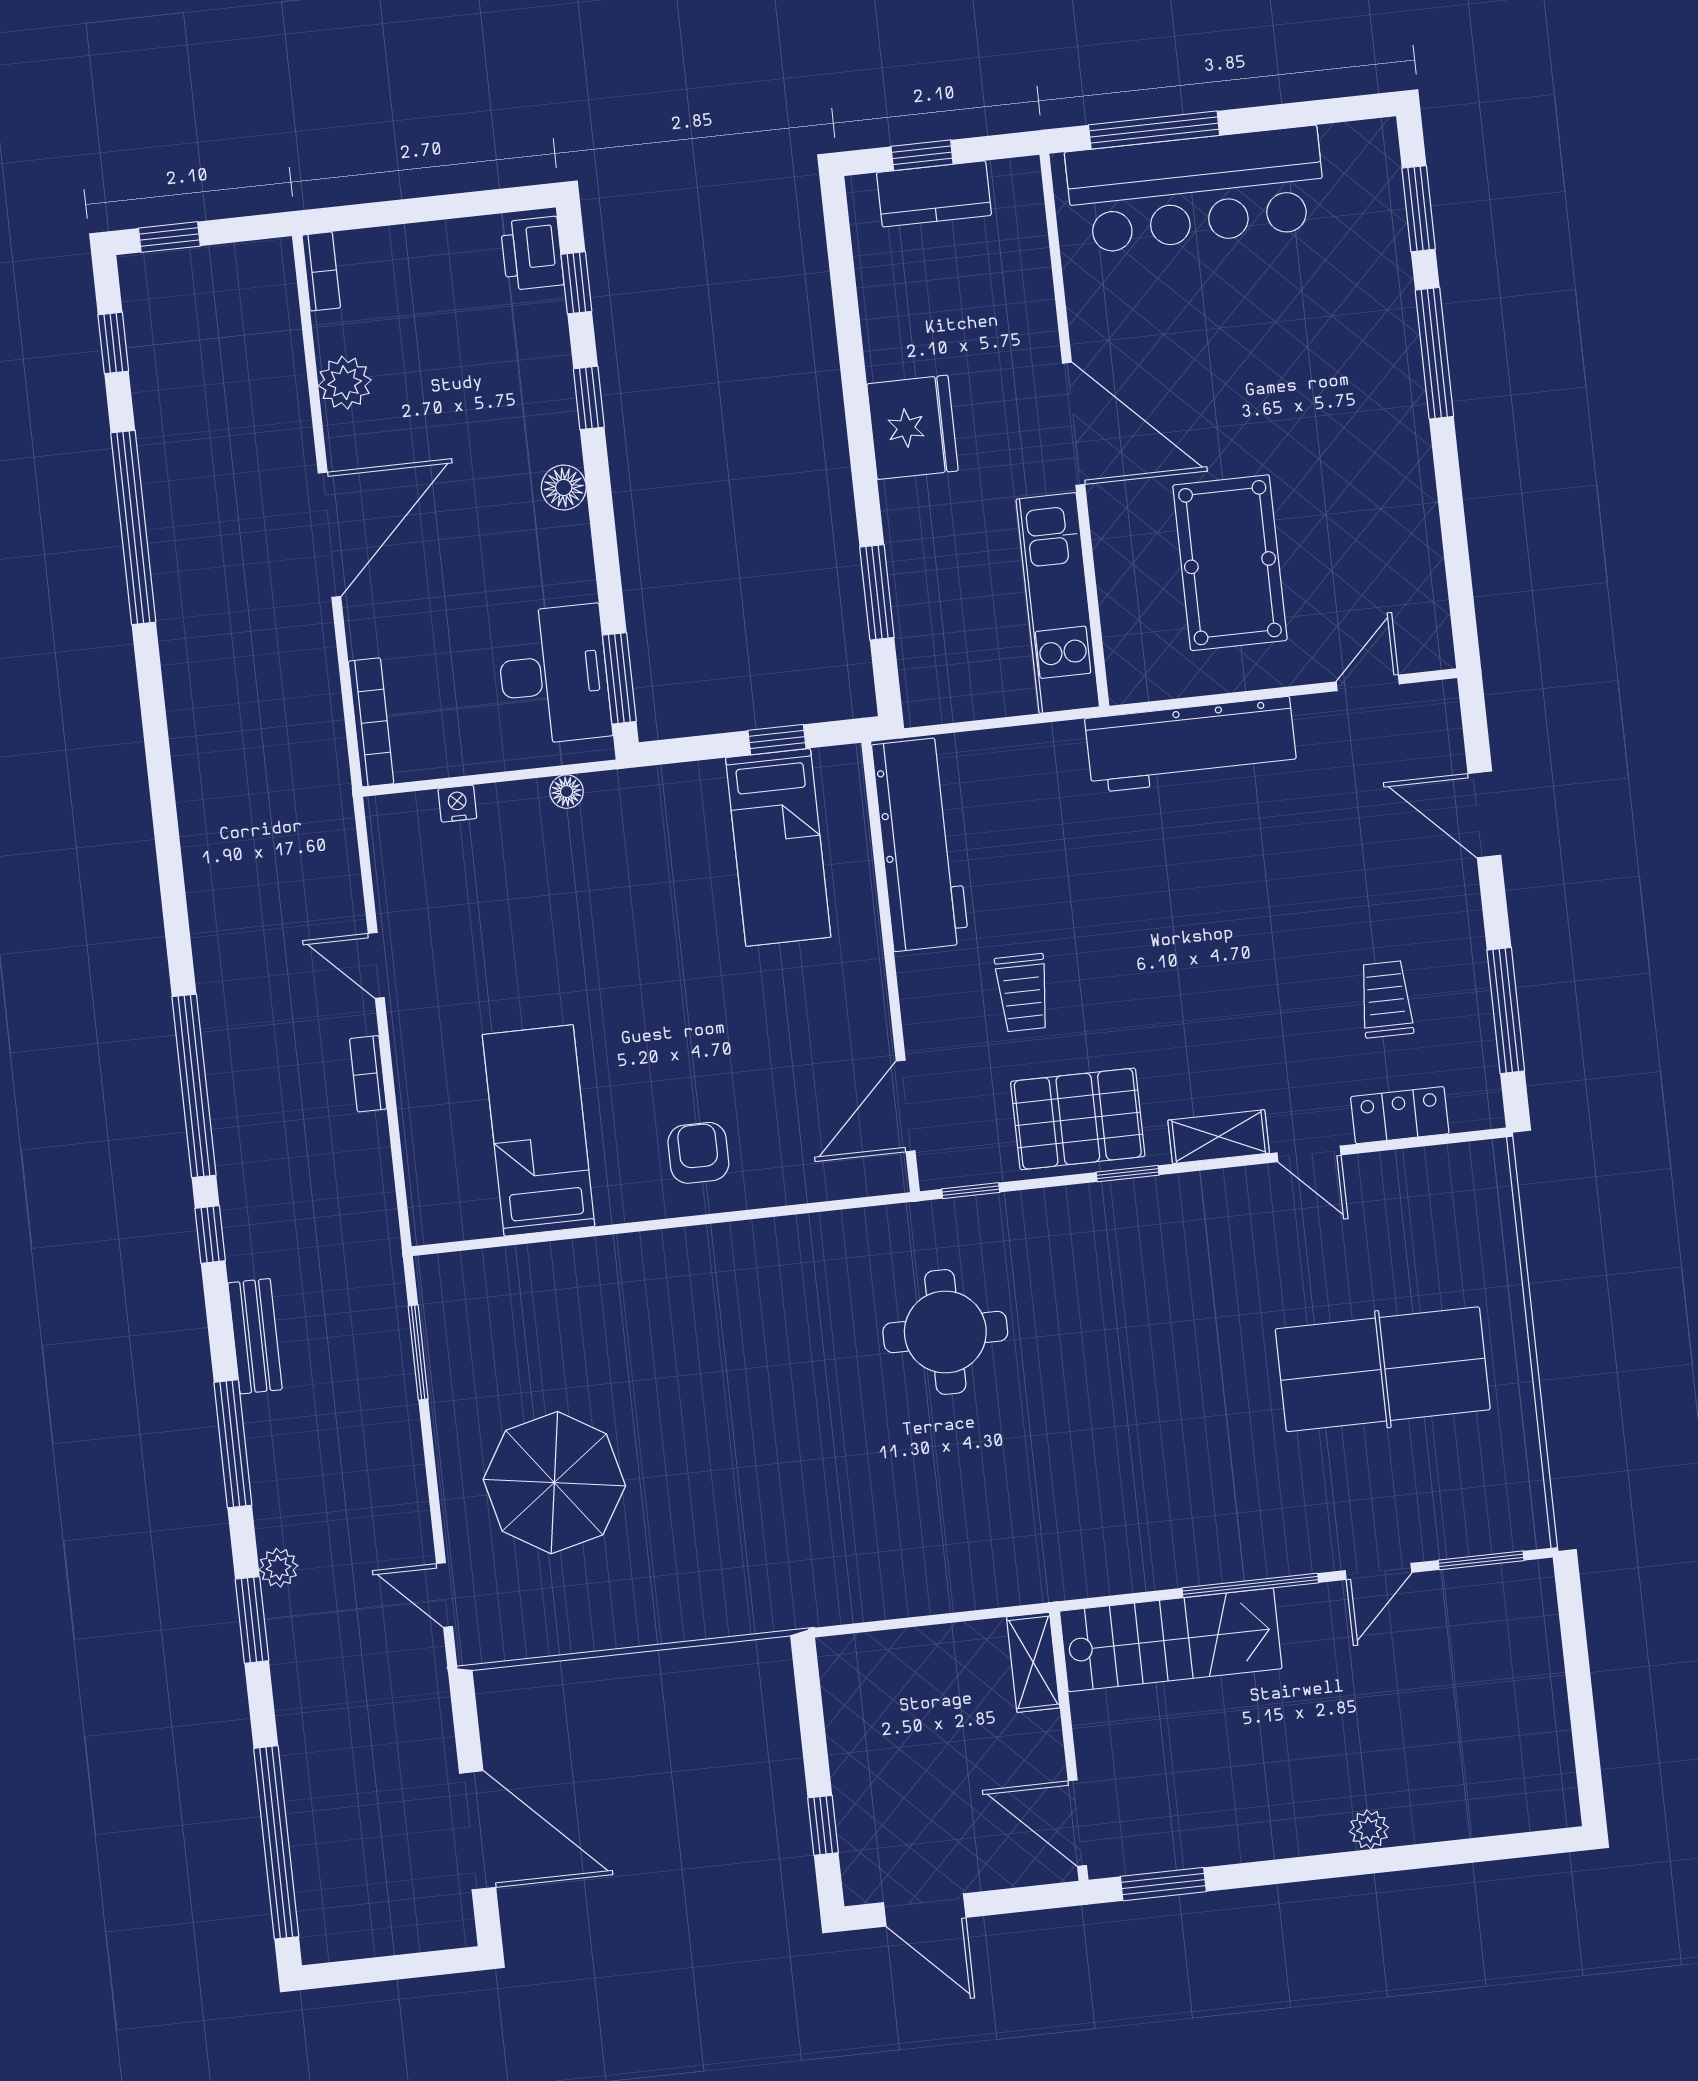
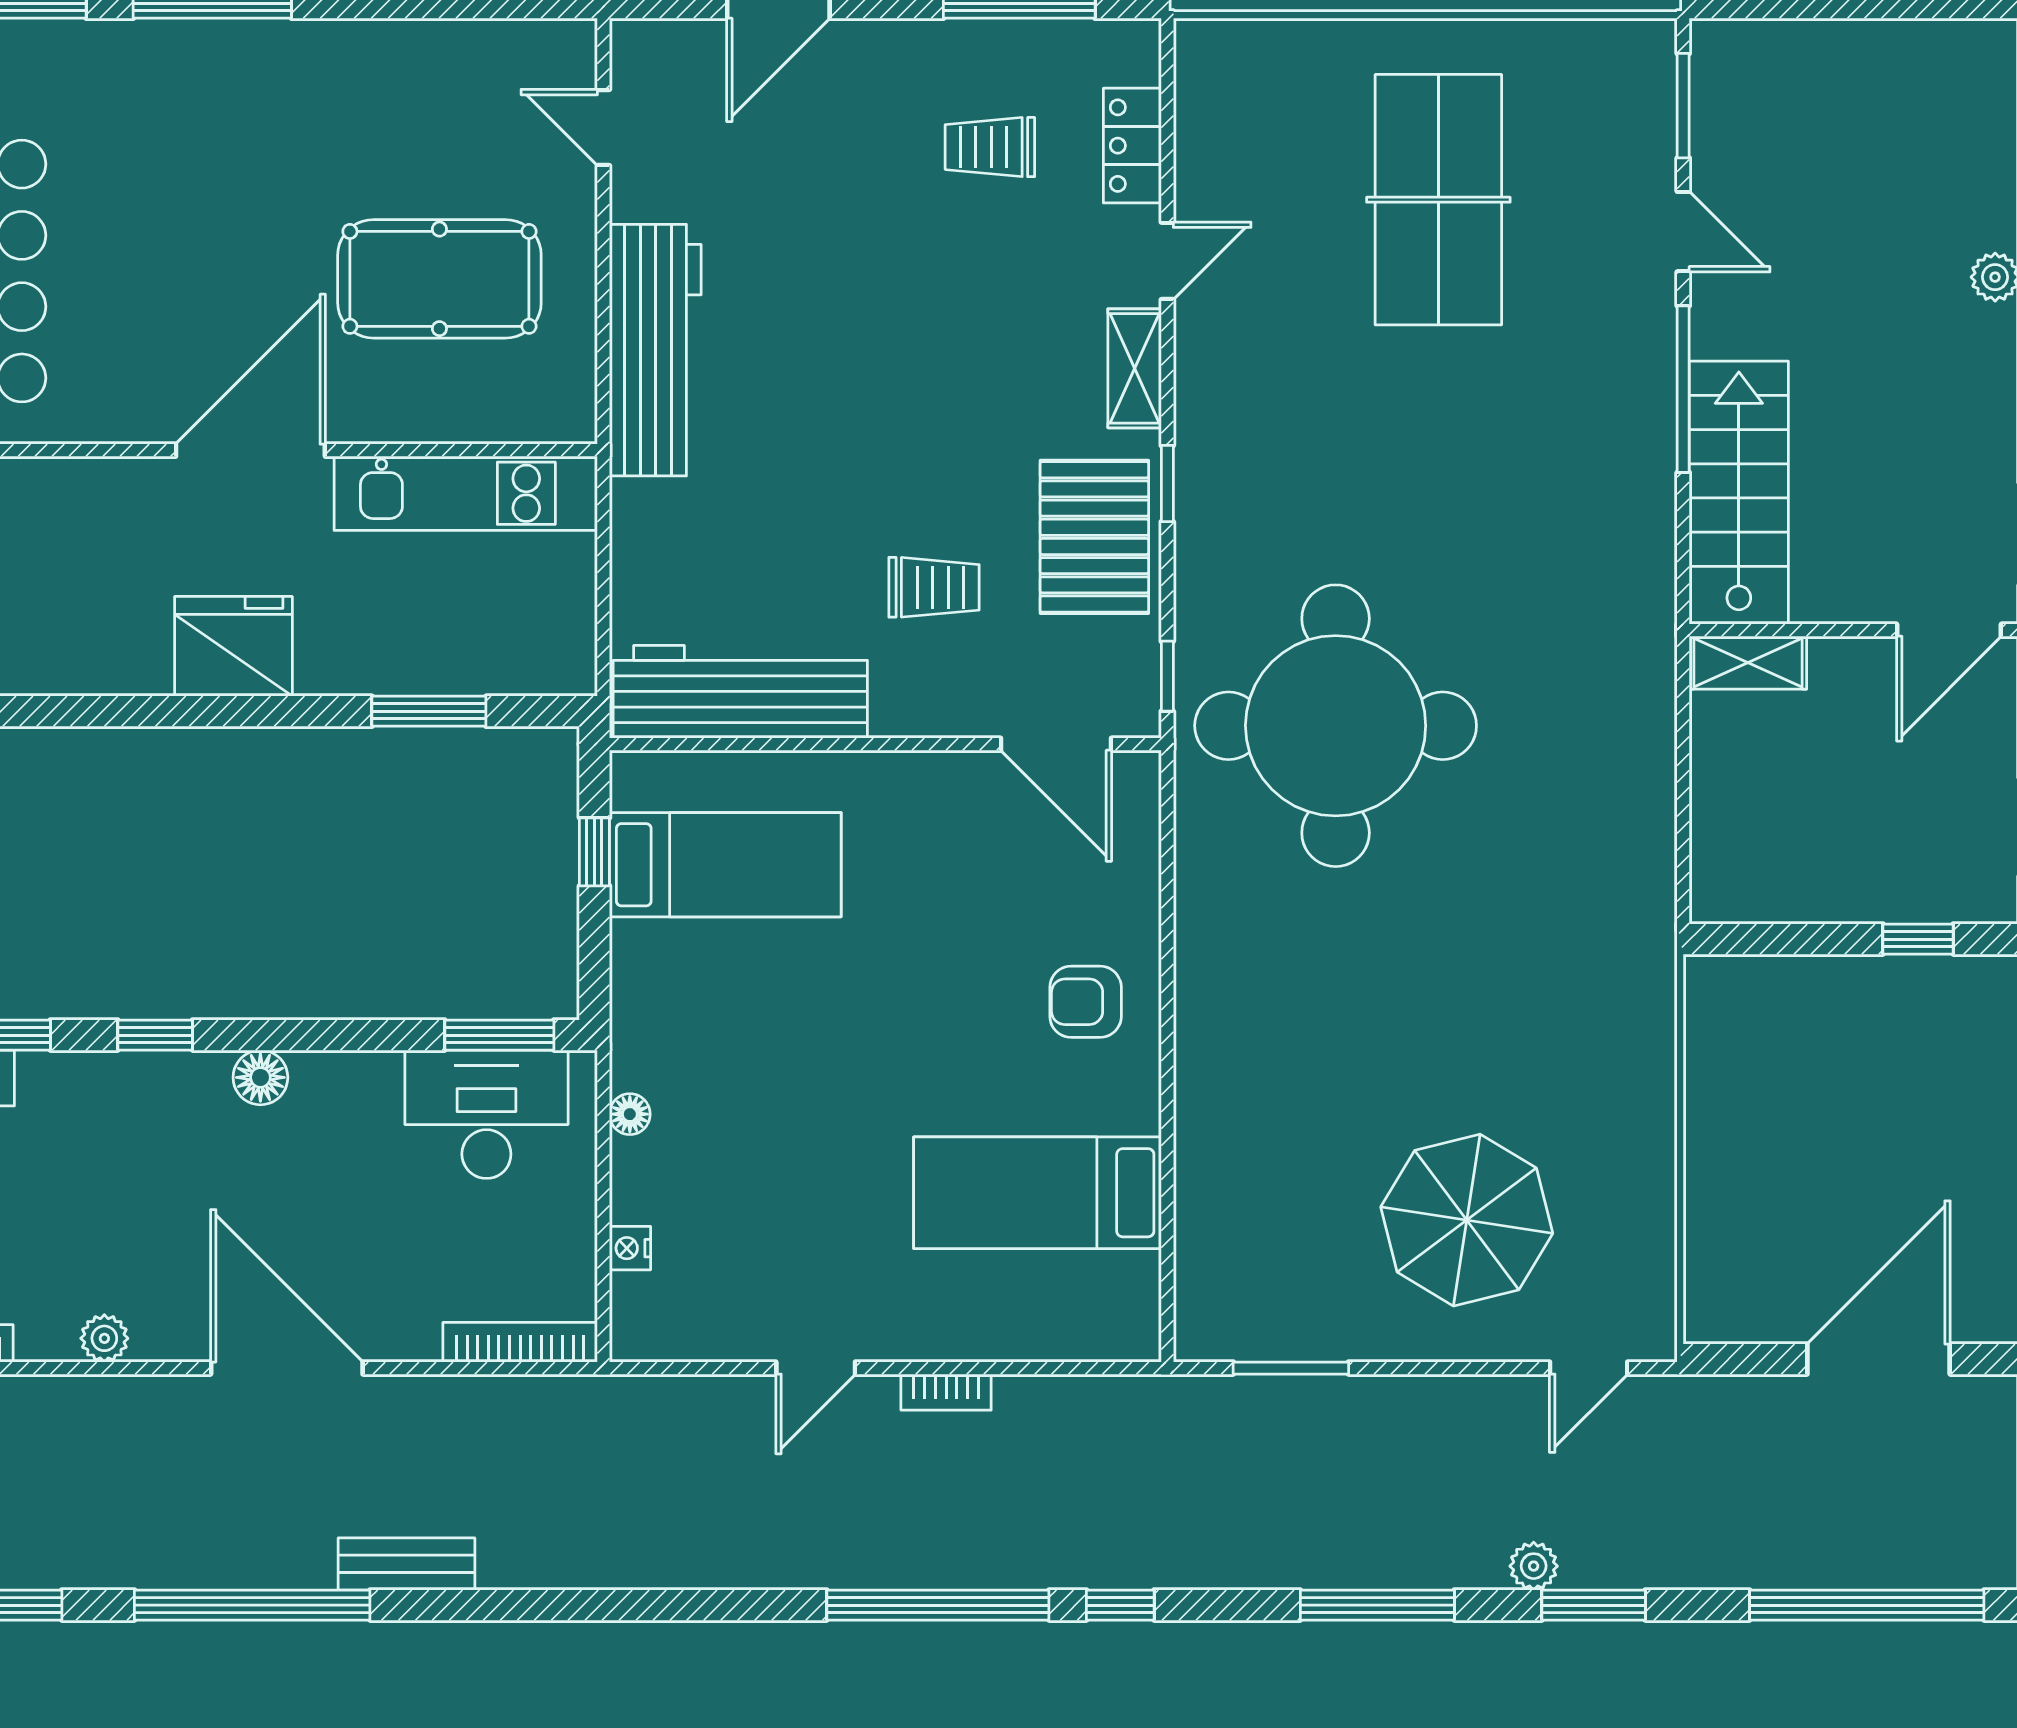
plant: (345, 383) -> (104, 1338), width x0.73, depth x0.73
round table: (945, 1332) -> (1336, 726), width x1.86, depth x1.86
bench: (255, 1336) -> (407, 1564), moved

